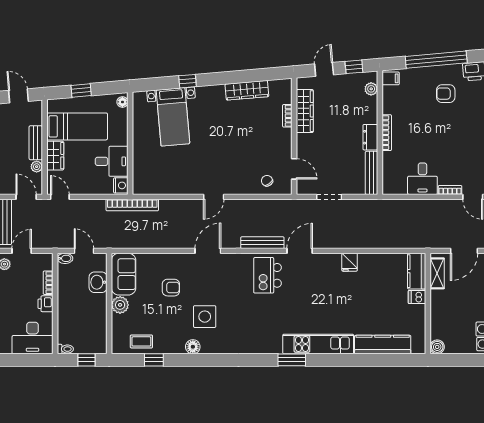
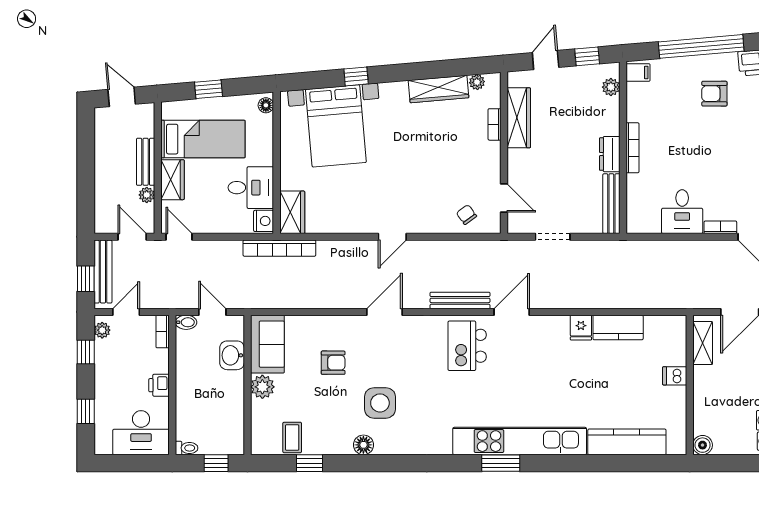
plant: (275, 85) -> (477, 82), added
bed with nightstands: (173, 117) -> (336, 126), width x1.36
wardrobe: (141, 179) -> (292, 212), added
kitchen counter: (417, 271) -> (618, 328), moved, turned -90
bookcase: (48, 283) -> (163, 331), moved
coffee table: (141, 341) -> (292, 437), turned 90
kitchen unit: (318, 344) -> (520, 441), width x1.36

